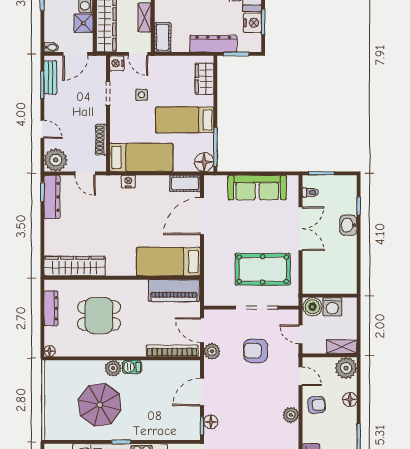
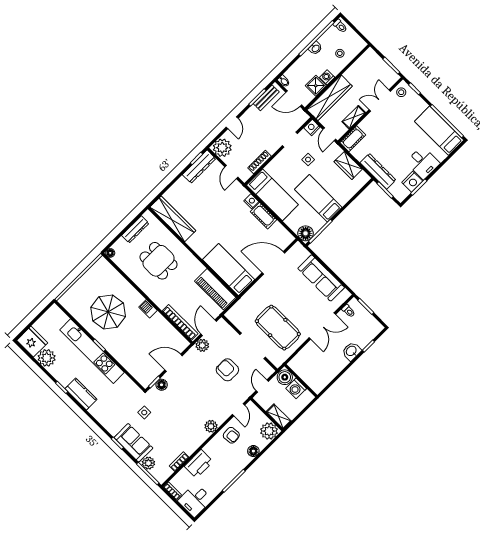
wardrobe: (204, 79) -> (348, 165), moved, turned -90
cot: (185, 183) -> (264, 216), moved
plant: (113, 368) -> (136, 299), removed

